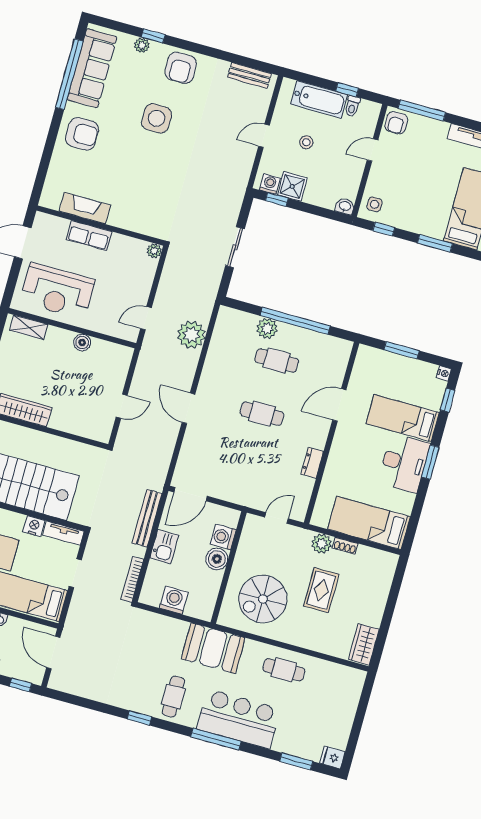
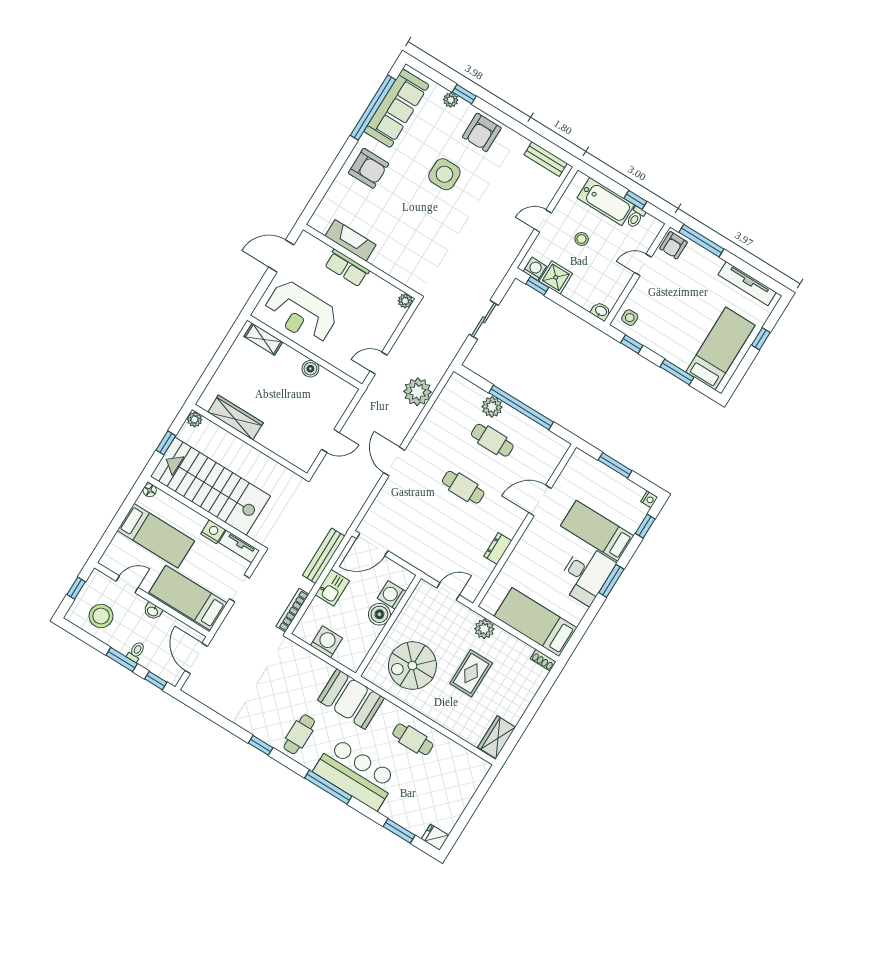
shoe rack: (345, 546) -> (543, 660), moved

